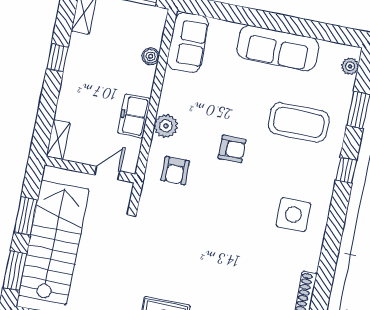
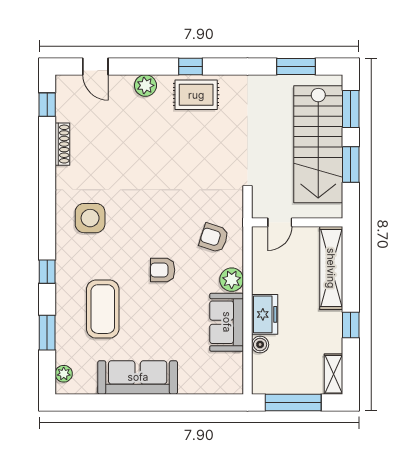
sofa: (188, 42) -> (227, 322), moved
freezer: (134, 116) -> (265, 314), moved
coffee table: (299, 122) -> (103, 309), turned 90
shelving: (58, 140) -> (331, 268), width x2.20, depth x1.33
armchair: (175, 171) -> (214, 238), turned -72

